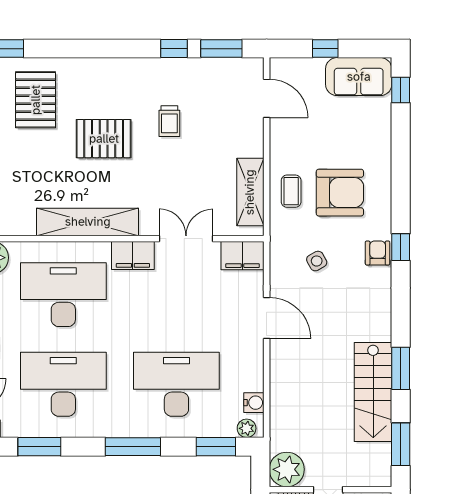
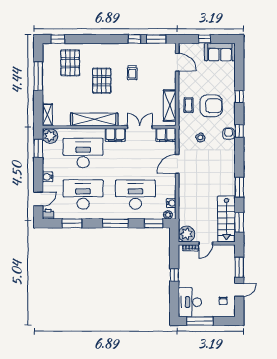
window: (401, 90) -> (239, 97), moved
pallet: (104, 139) -> (102, 81), turned 90
door: (267, 318) -> (177, 164), swing flipped
stairs: (373, 392) -> (226, 219), moved

